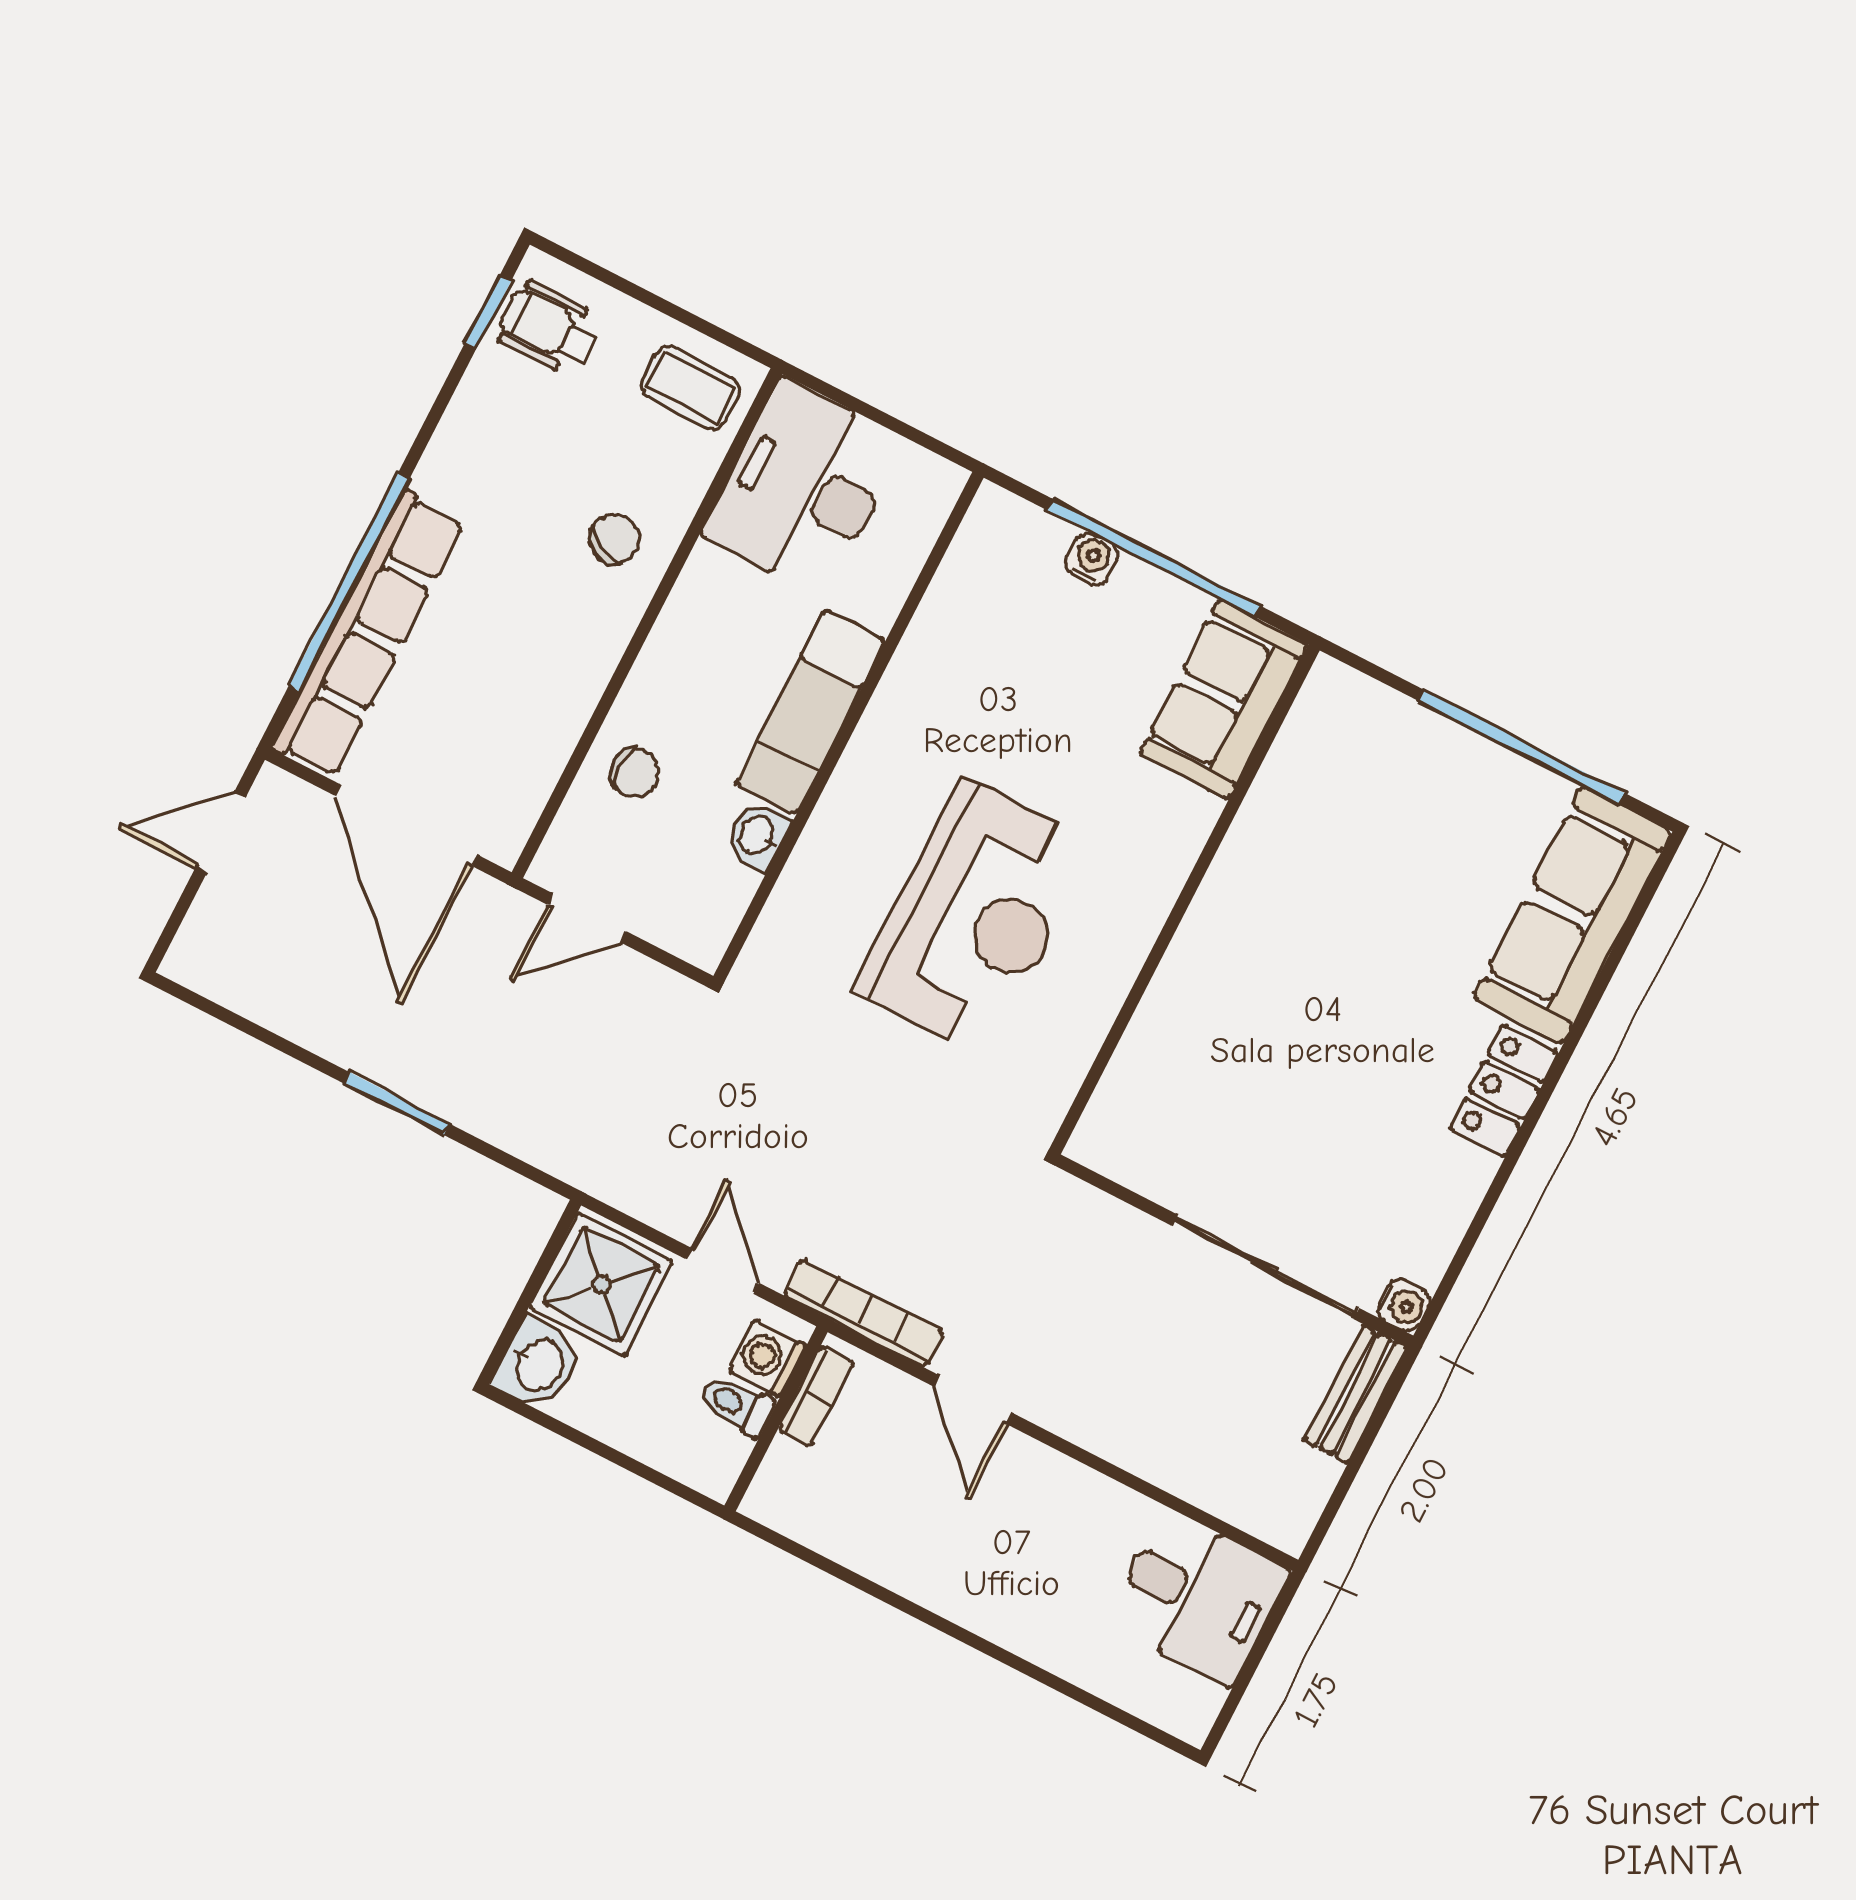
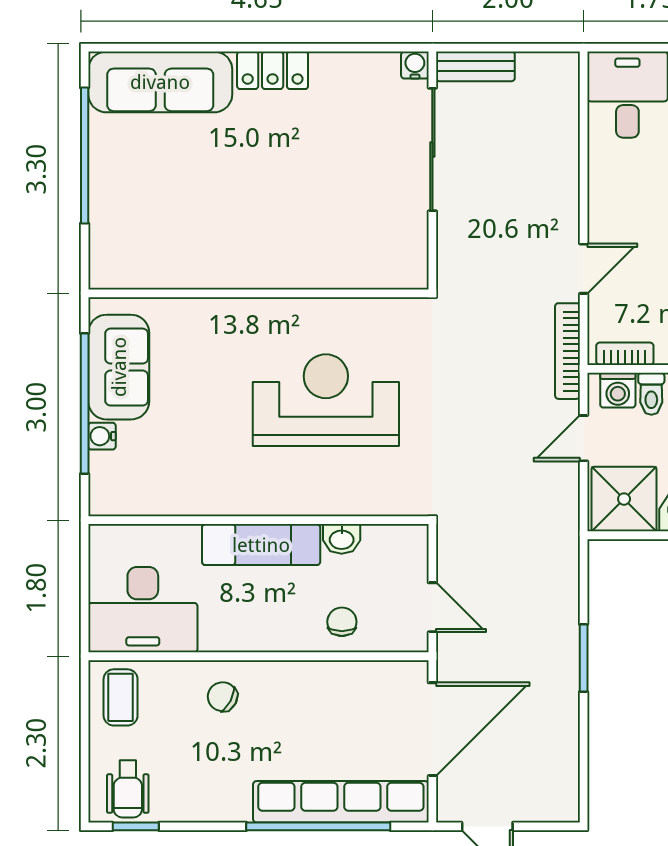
sofa: (1224, 699) -> (119, 367), moved, turned -90

